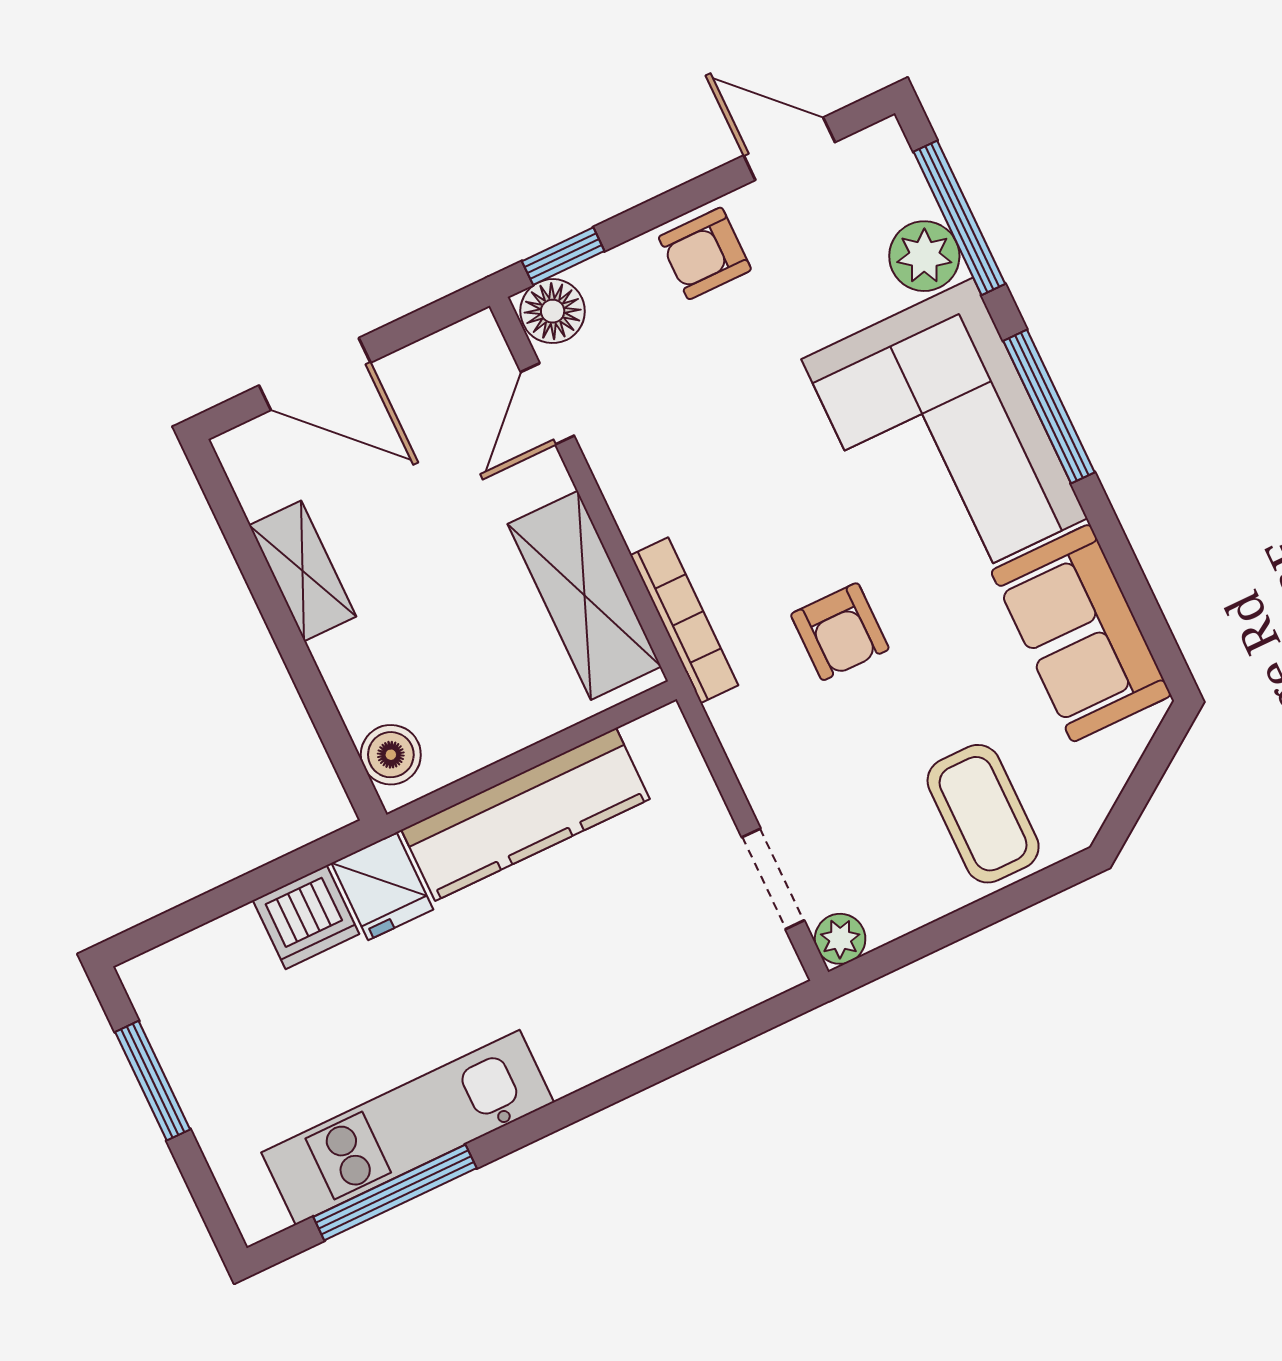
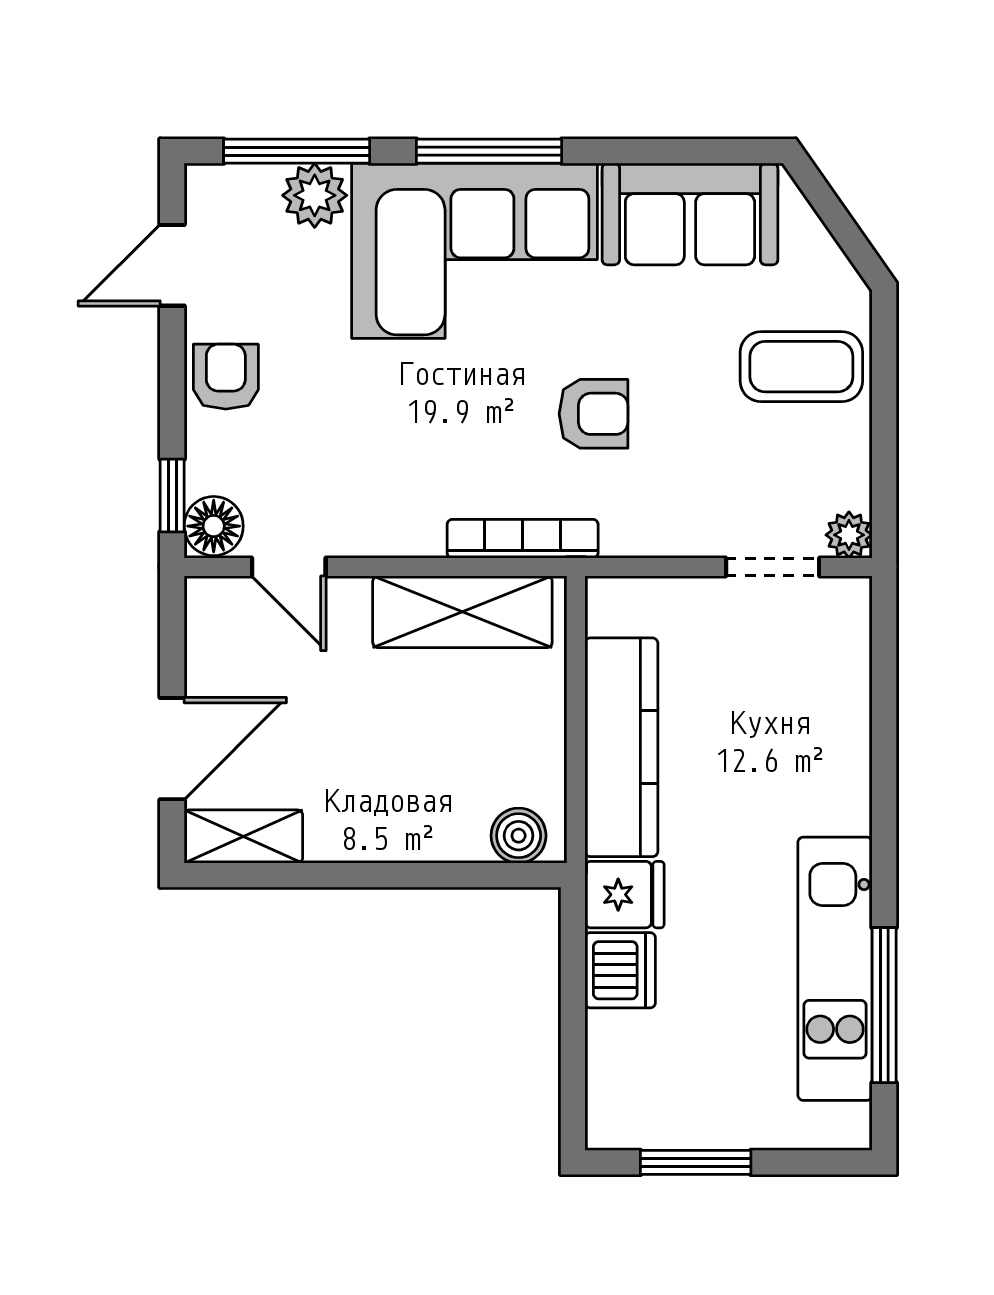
armchair: (705, 253) -> (226, 377), turned 180
shelving: (303, 571) -> (243, 836), moved

